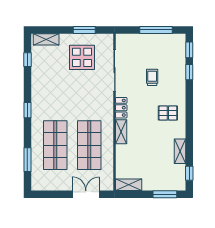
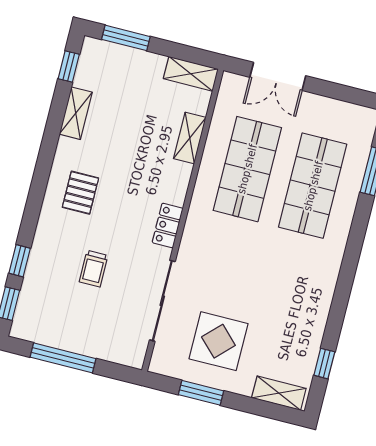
window: (27, 110) -> (349, 266), removed
pallet: (168, 113) -> (80, 193), turned 90
shelving: (121, 132) -> (190, 138), moved

